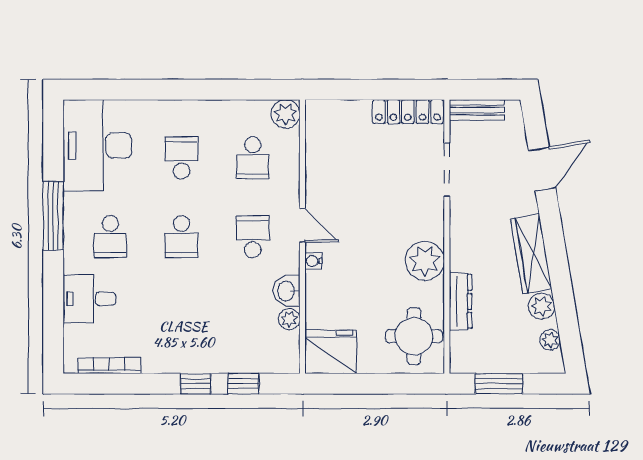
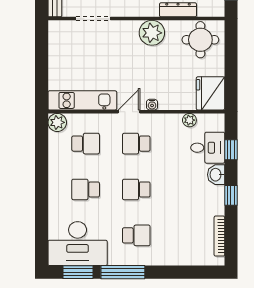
locker: (408, 112) -> (56, 44), removed
window: (53, 146) -> (78, 272), added
kitchen unit: (320, 153) -> (82, 100), added
school desk: (182, 237) -> (136, 189), turned 180
washbasin: (287, 291) -> (216, 175), moved, turned 90
desk: (89, 299) -> (208, 148), moved, turned -90
window: (196, 384) -> (231, 195), moved

